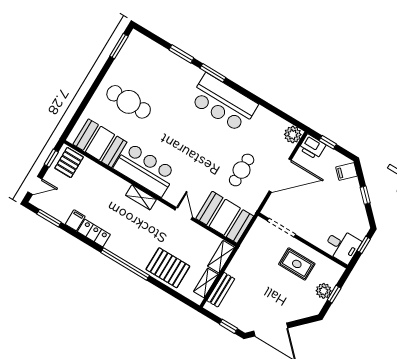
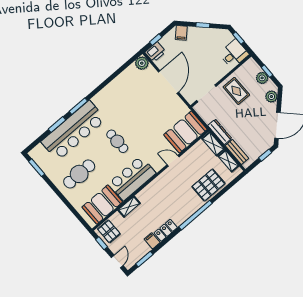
bar counter: (223, 103) -> (73, 131), moved, width x1.36
cafe table: (242, 170) -> (117, 141), moved
shelving: (141, 197) -> (129, 207), moved
dresser: (239, 260) -> (220, 132), added
rug: (297, 264) -> (236, 91), turned 90
plant: (304, 310) -> (271, 97), added

